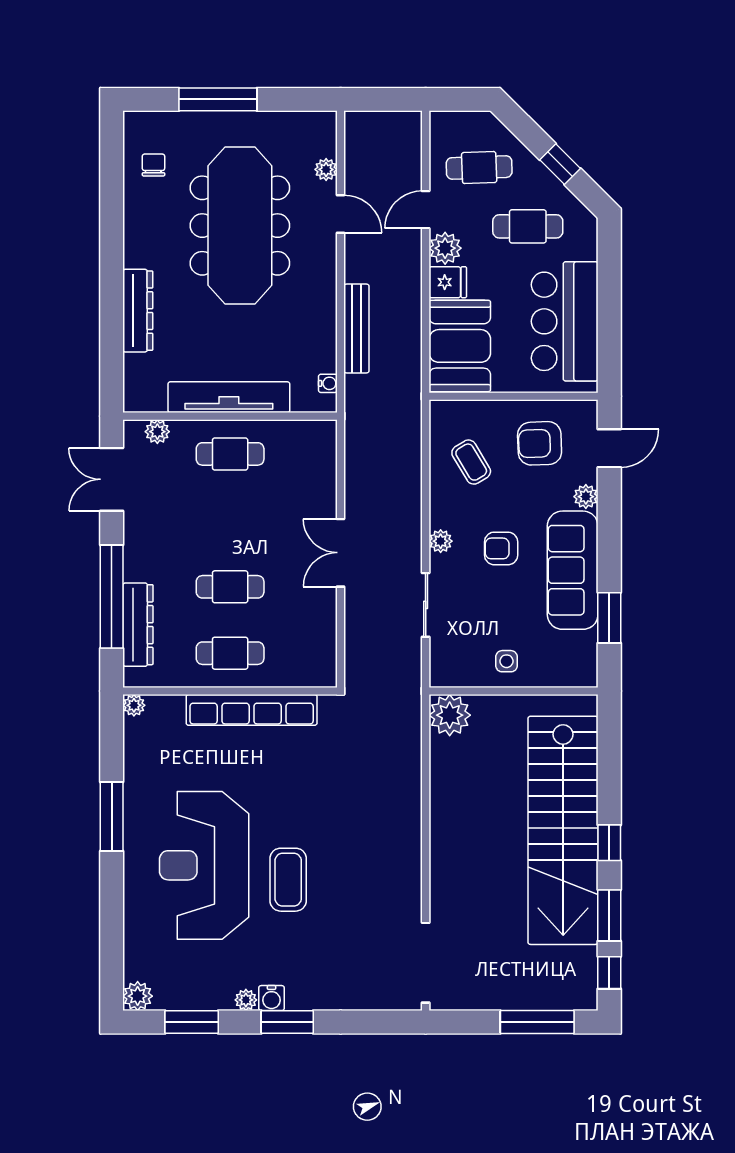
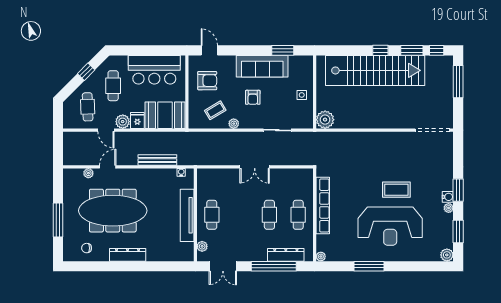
dresser: (138, 311) -> (128, 255), moved
armchair: (540, 443) -> (207, 81), turned -88
plant: (586, 497) -> (230, 61), removed
plant: (441, 541) -> (234, 124), moved

